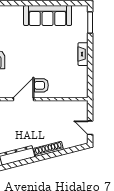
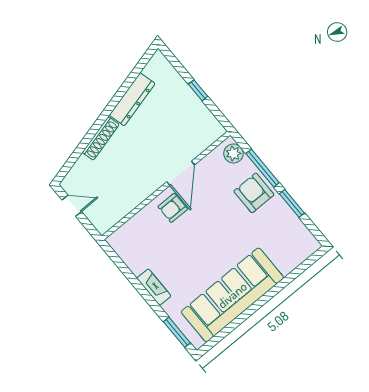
sofa: (48, 15) -> (232, 295), width x1.36, depth x1.27
armchair: (41, 85) -> (173, 208), turned 180

